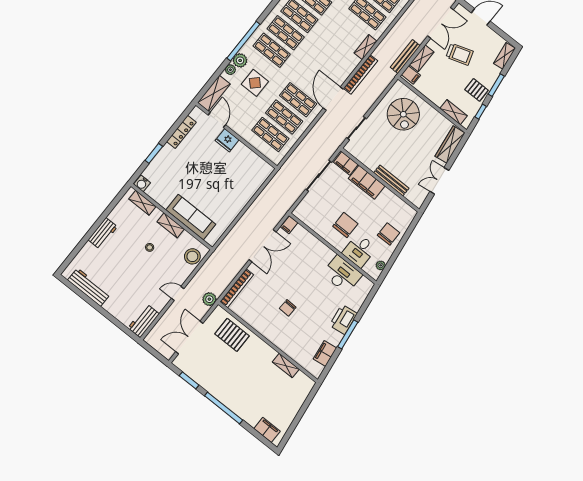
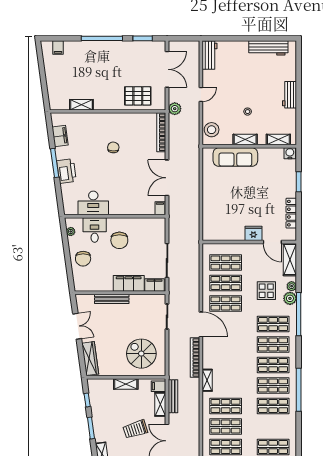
pallet: (477, 90) -> (103, 413), removed
shelving: (454, 112) -> (126, 384), moved
filing cabinet: (267, 430) -> (58, 47), width x0.50

